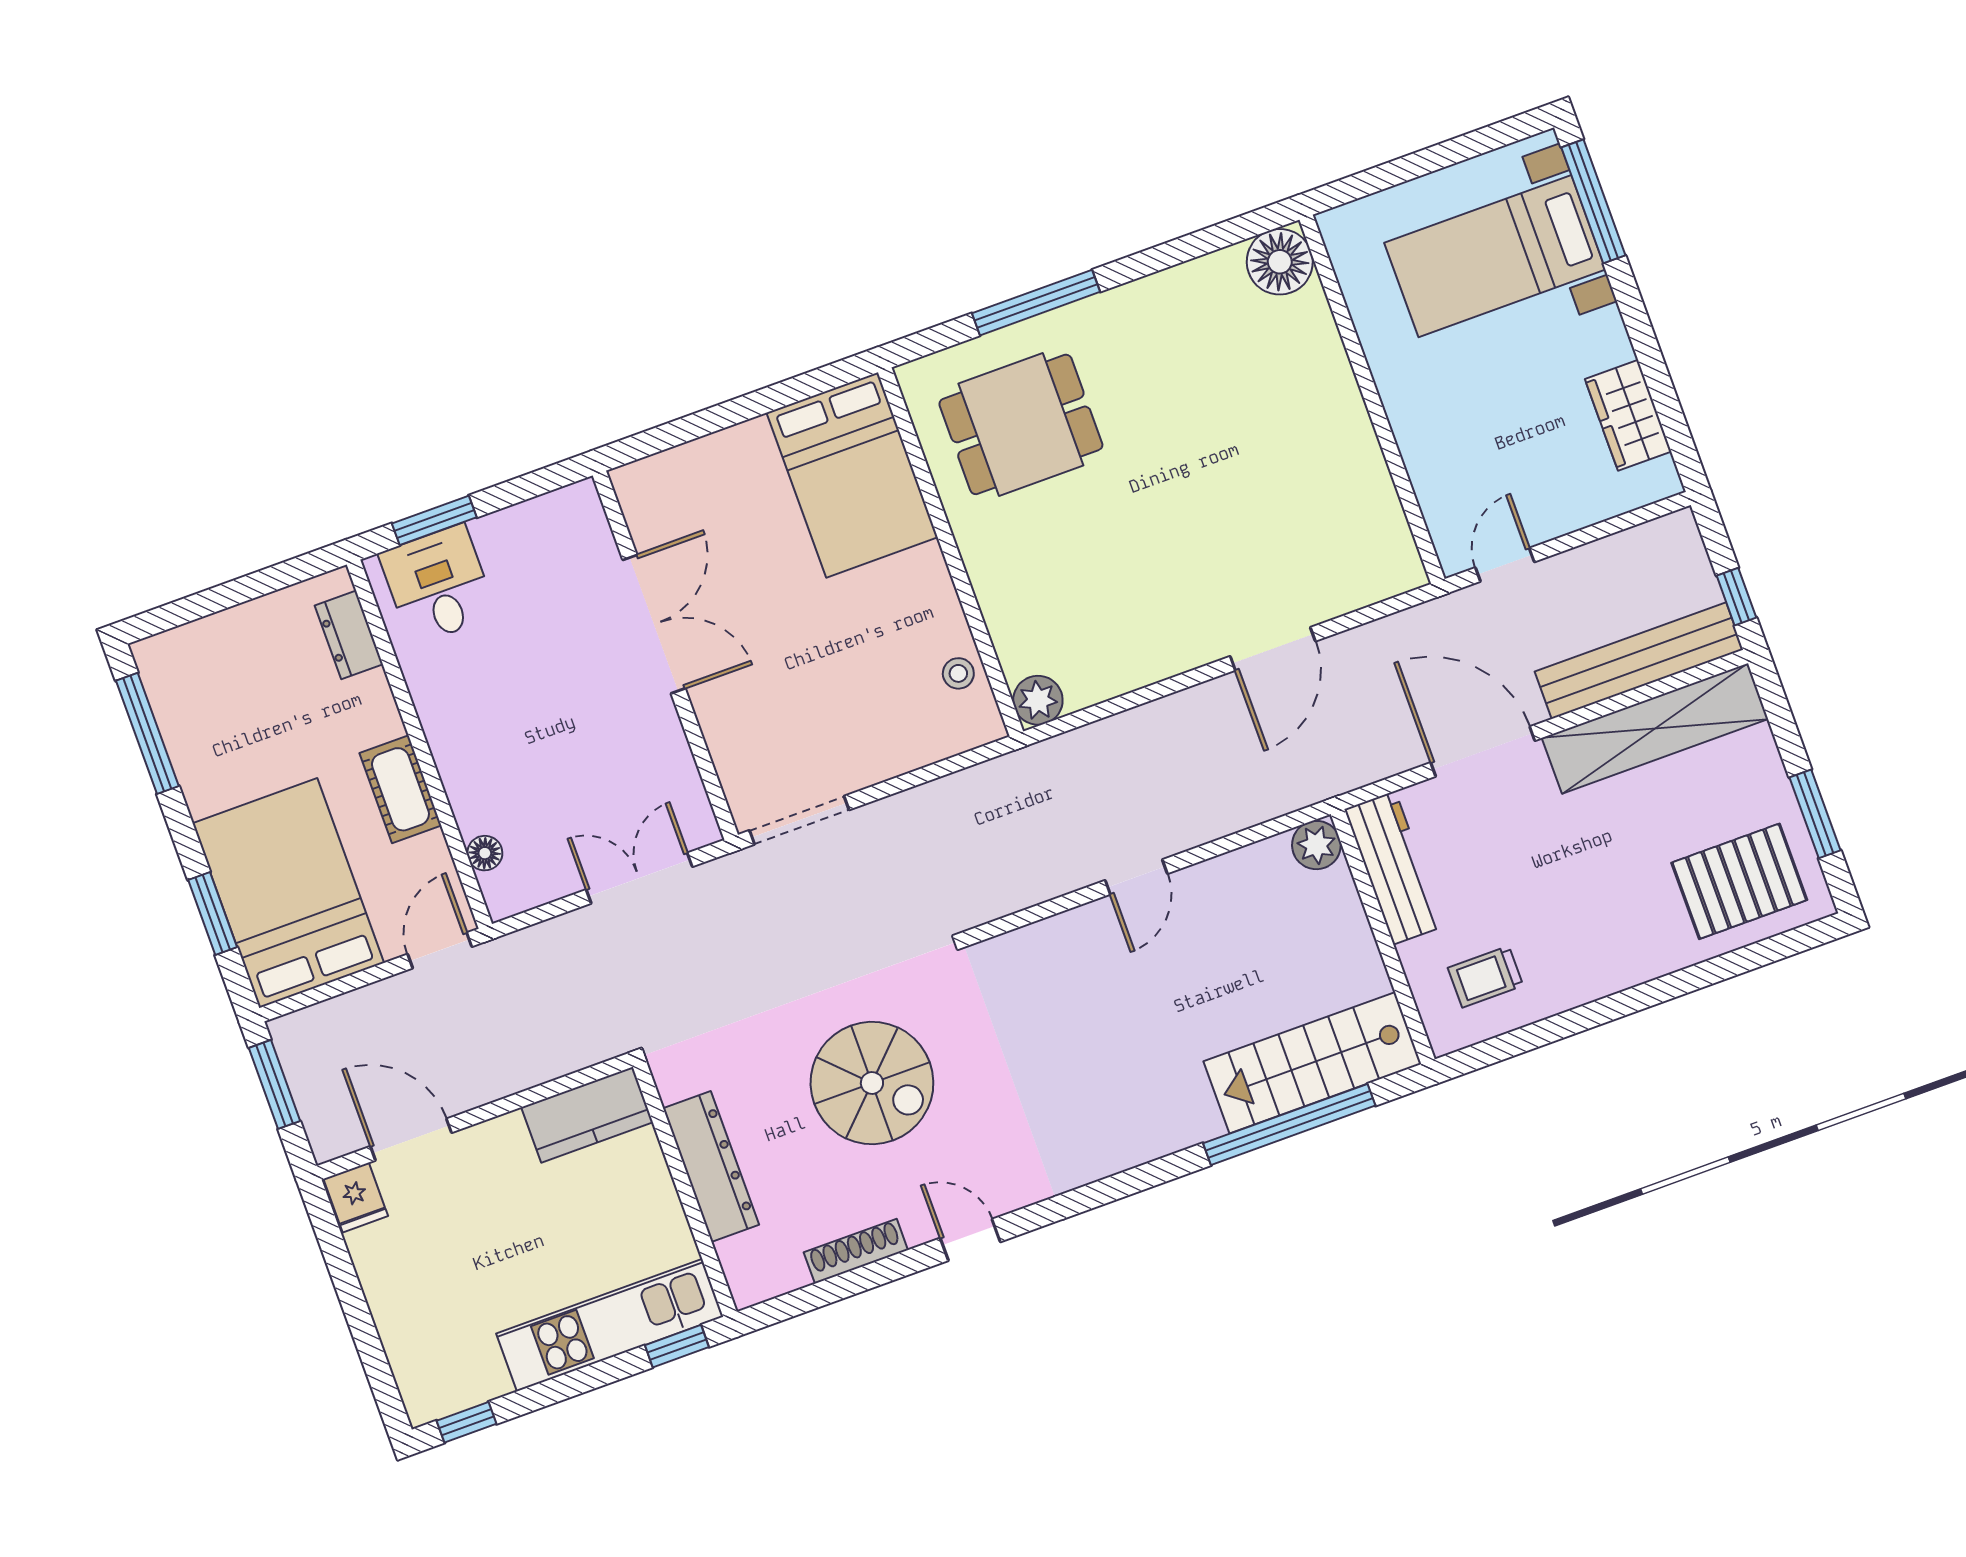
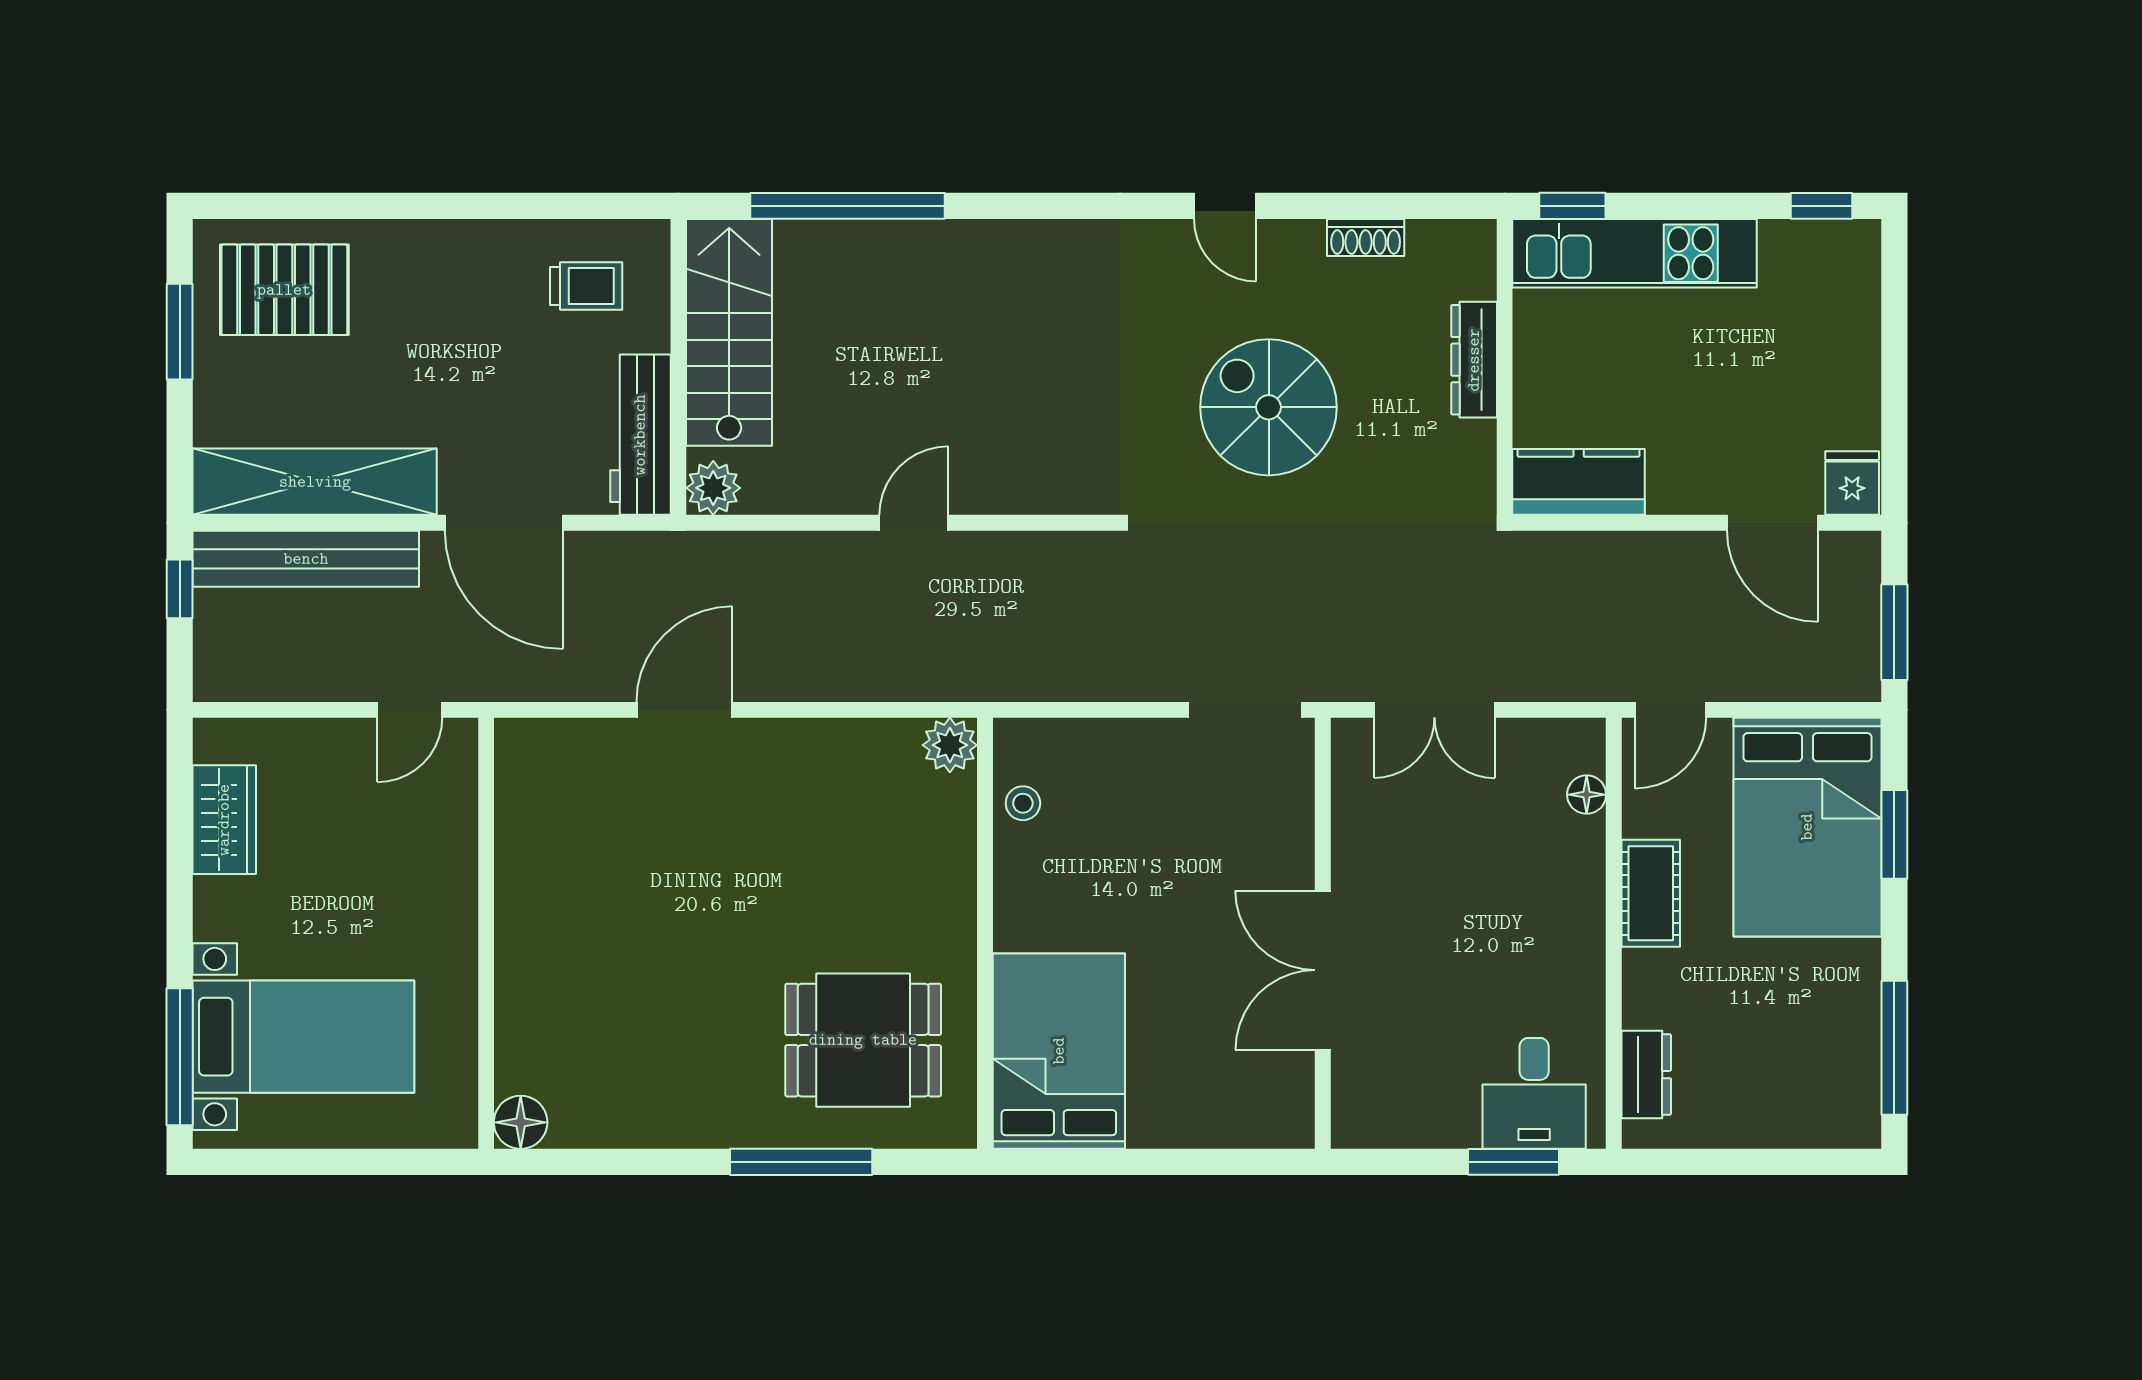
floor lamp: (1280, 262) -> (521, 1122), width x0.73, depth x0.73
stairs: (1313, 1063) -> (729, 332), moved, turned -90
dresser: (711, 1167) -> (1474, 360), width x0.73, depth x0.80
shoe rack: (856, 1251) -> (1366, 237), width x0.70

